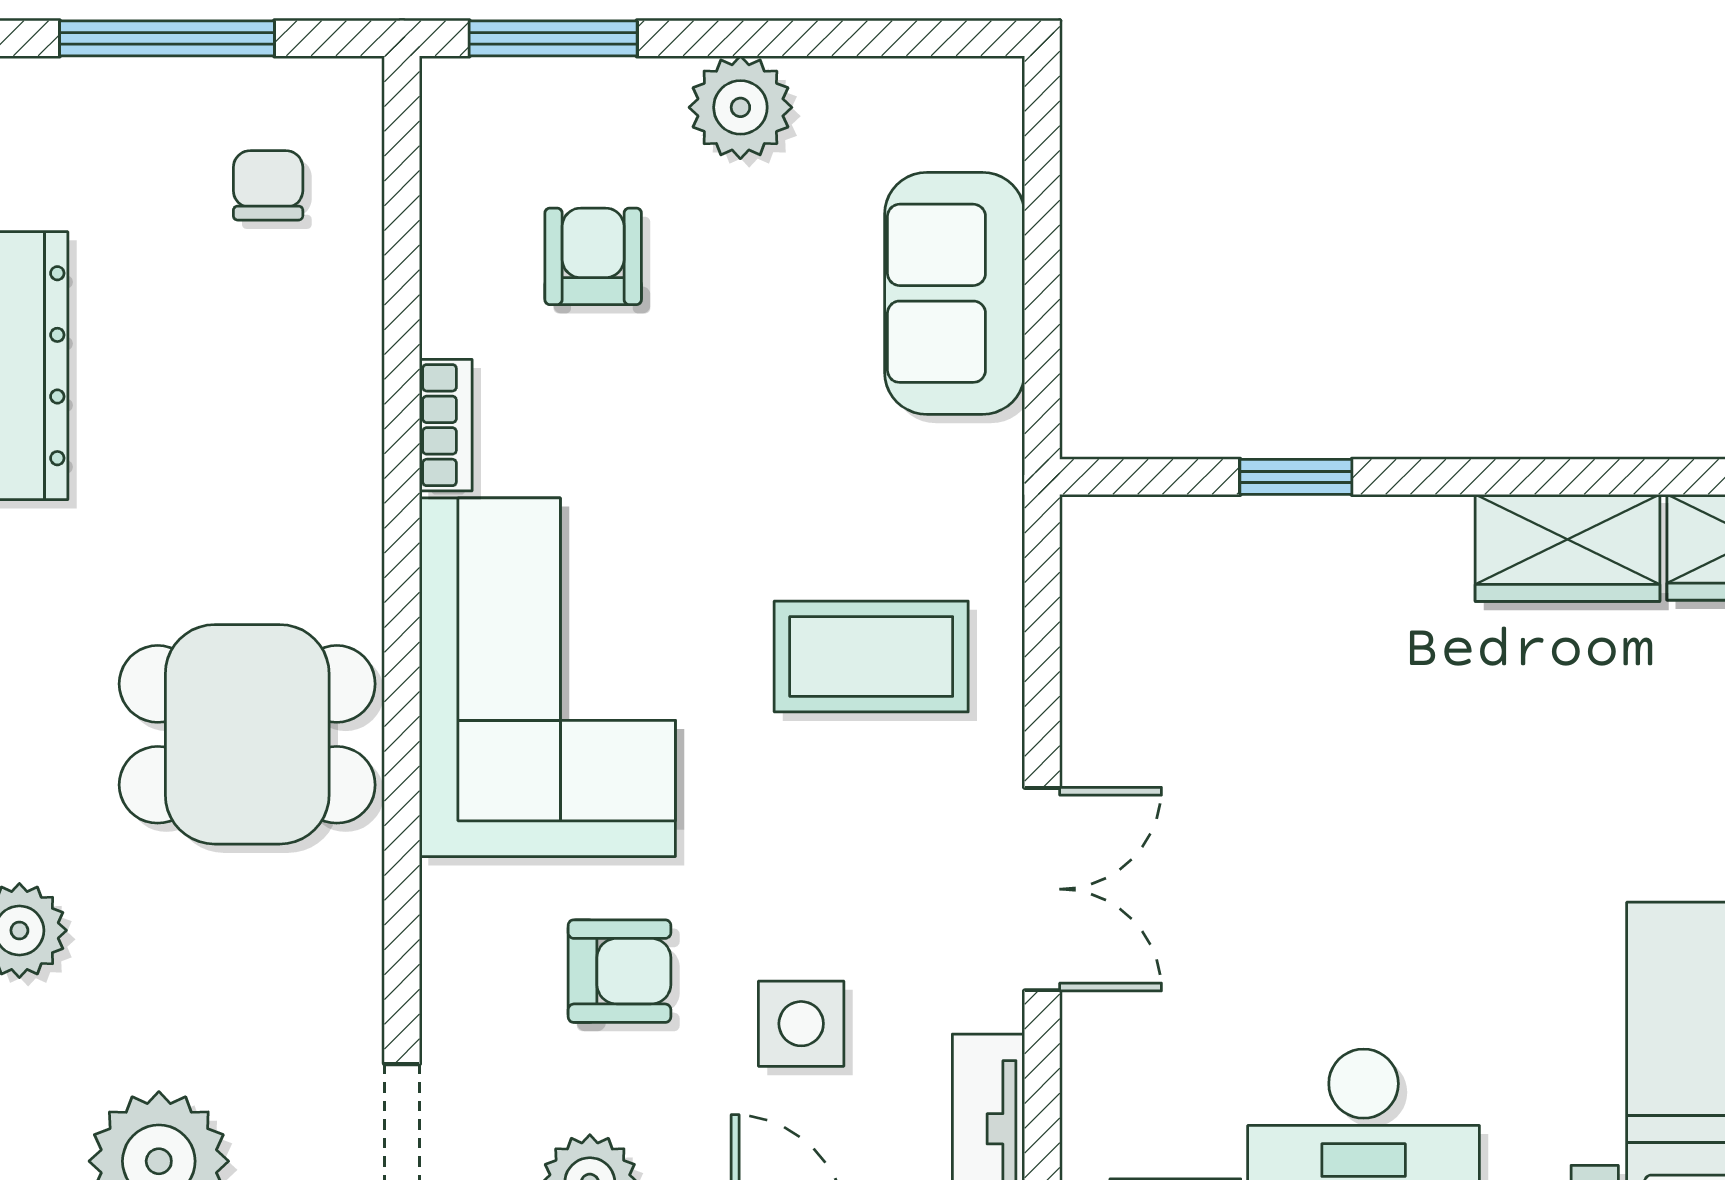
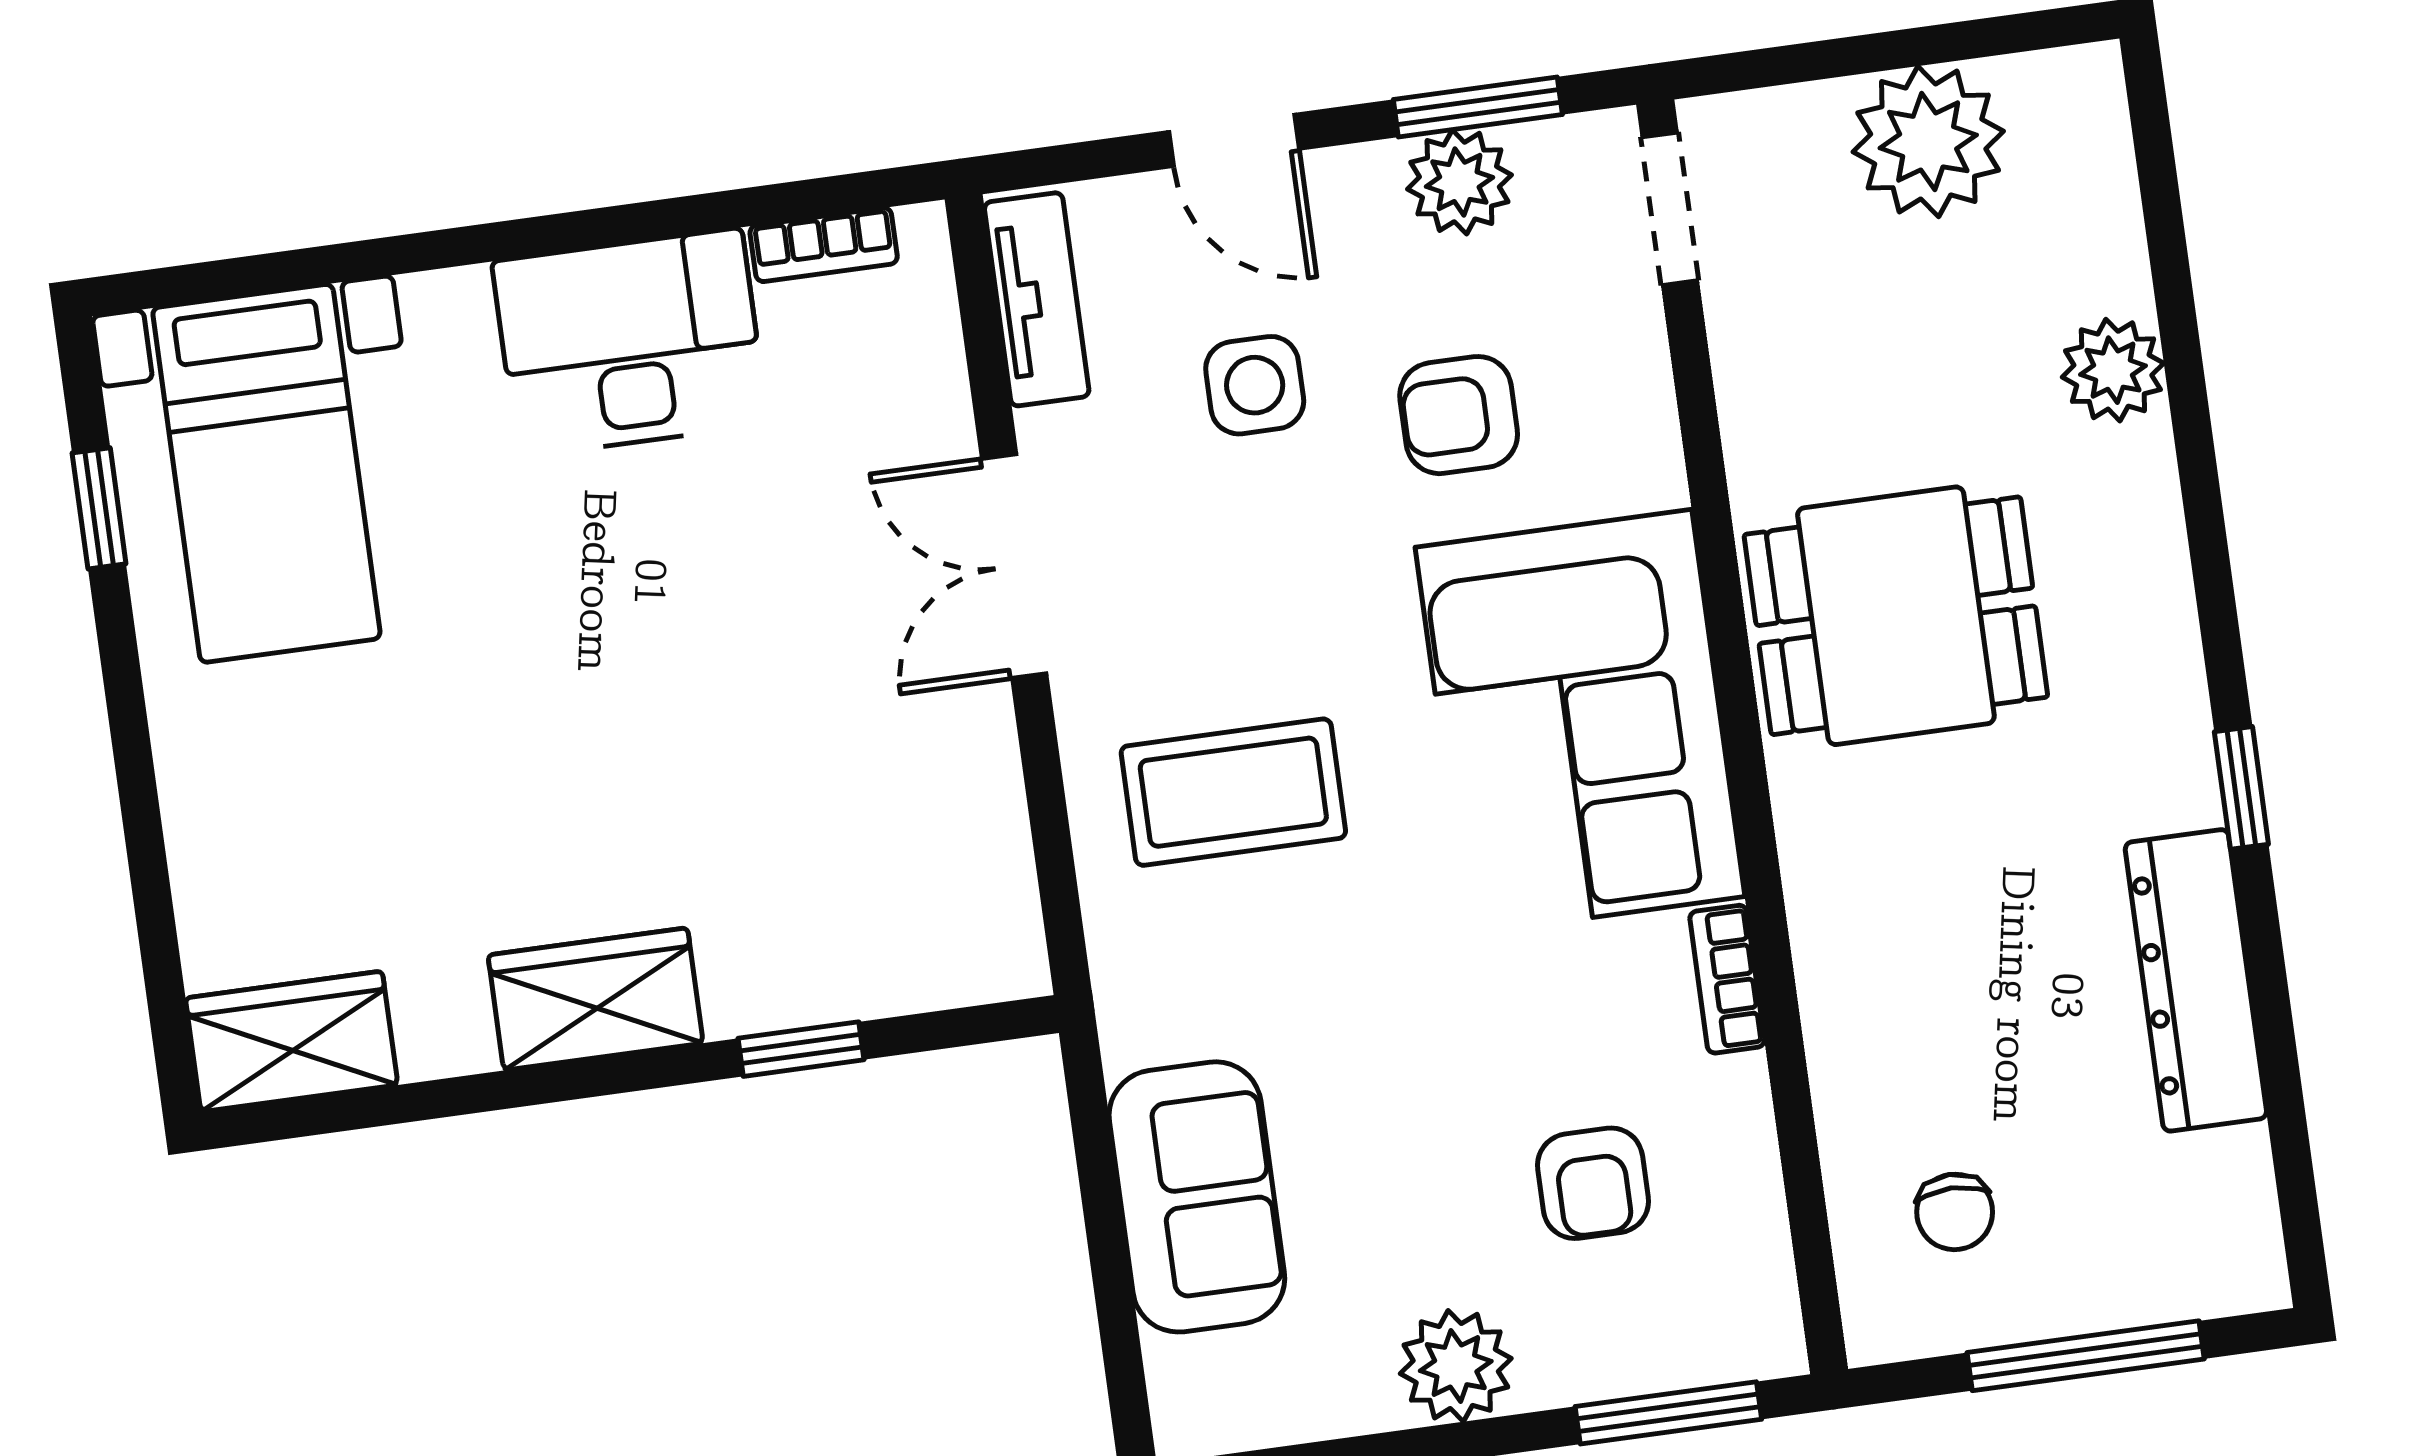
wardrobe: (1567, 548) -> (596, 999), moved

